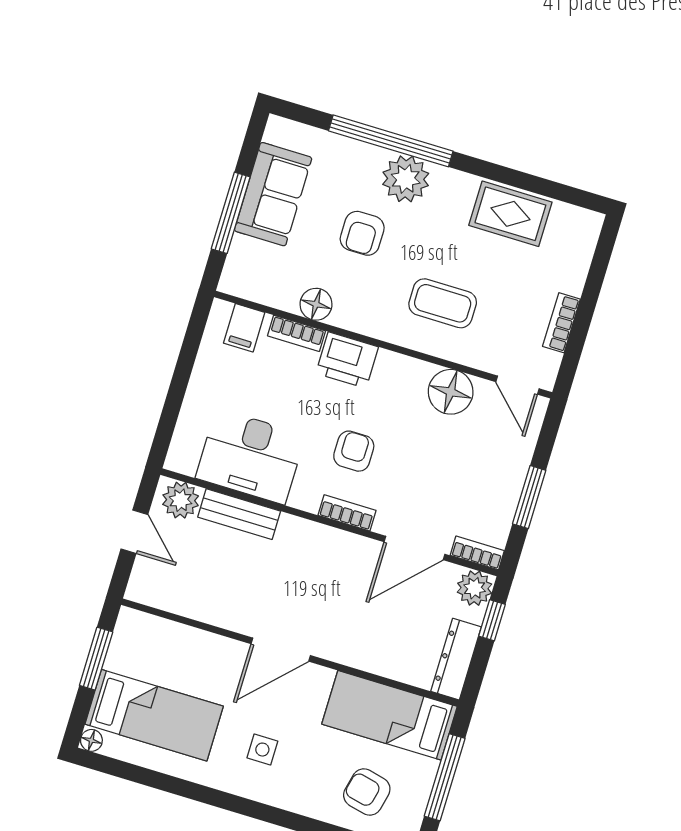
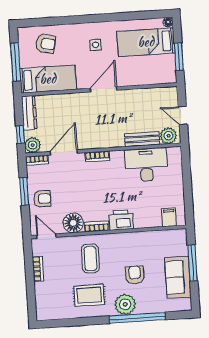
rug: (510, 214) -> (89, 295), moved
coffee table: (443, 303) -> (90, 258), turned 90
floor lamp: (316, 304) -> (143, 238), removed
bookcase: (297, 333) -> (97, 226), moved
armchair: (354, 451) -> (42, 199), moved, turned -90

